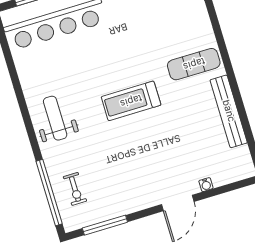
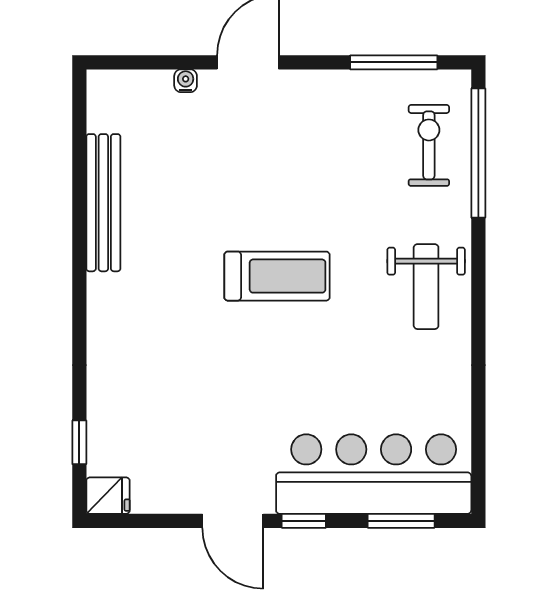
exercise mat: (194, 64) -> (141, 309), removed
exercise bike: (75, 189) -> (429, 145), width x1.38, depth x1.39

